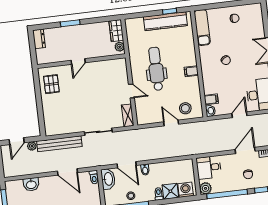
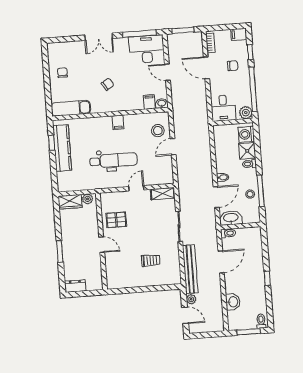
dental chair: (156, 69) -> (113, 160), turned 180
pallet: (51, 84) -> (116, 220), moved
trolley: (66, 107) -> (151, 260), added

